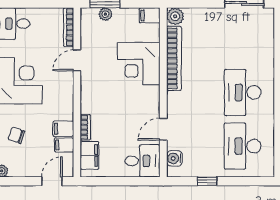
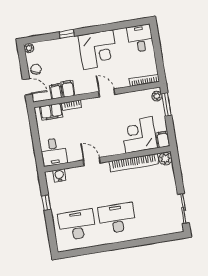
plant: (105, 14) -> (157, 96), moved
door: (77, 60) -> (107, 93), moved
corner desk: (139, 64) -> (139, 135), moved
door: (163, 129) -> (92, 162), moved
chair: (16, 135) -> (36, 69), moved

